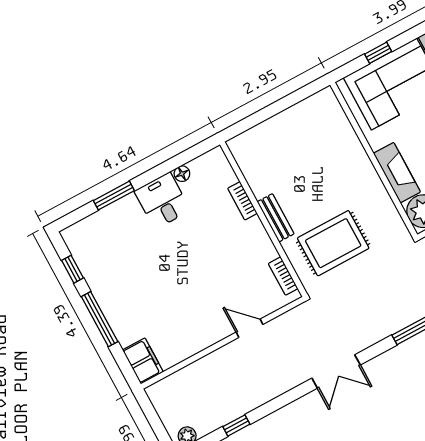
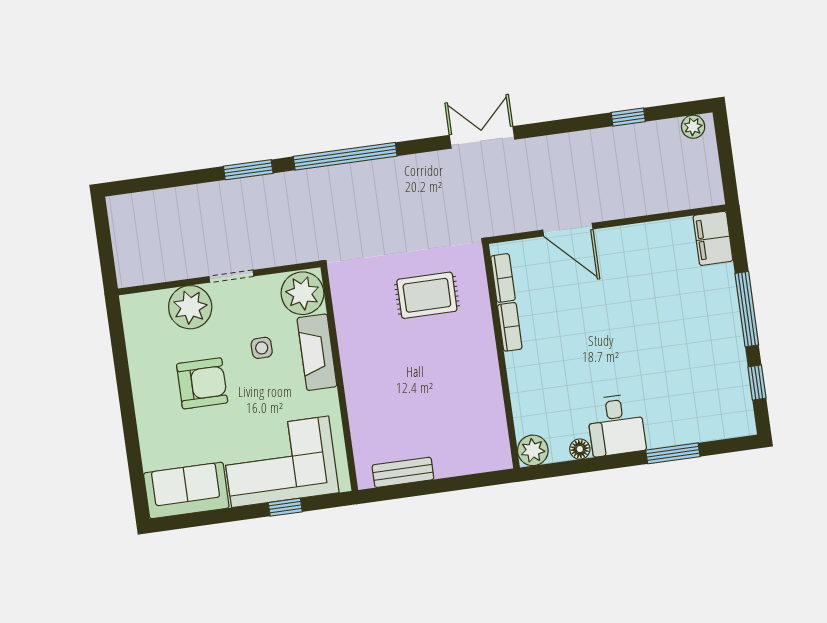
plant: (215, 160) -> (533, 450), added
bookcase: (242, 201) -> (510, 327), moved
bench: (276, 218) -> (403, 472), moved, turned 90
rug: (333, 243) -> (427, 295), width x0.73, depth x0.70
door: (249, 328) -> (568, 230), width x1.37

